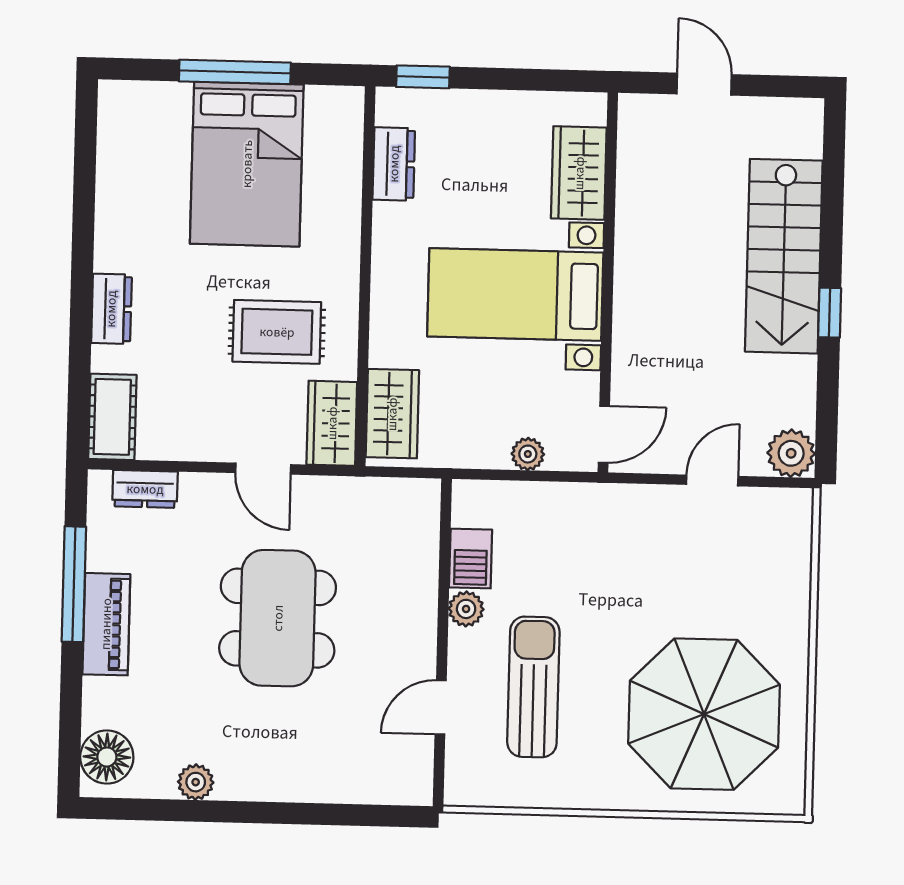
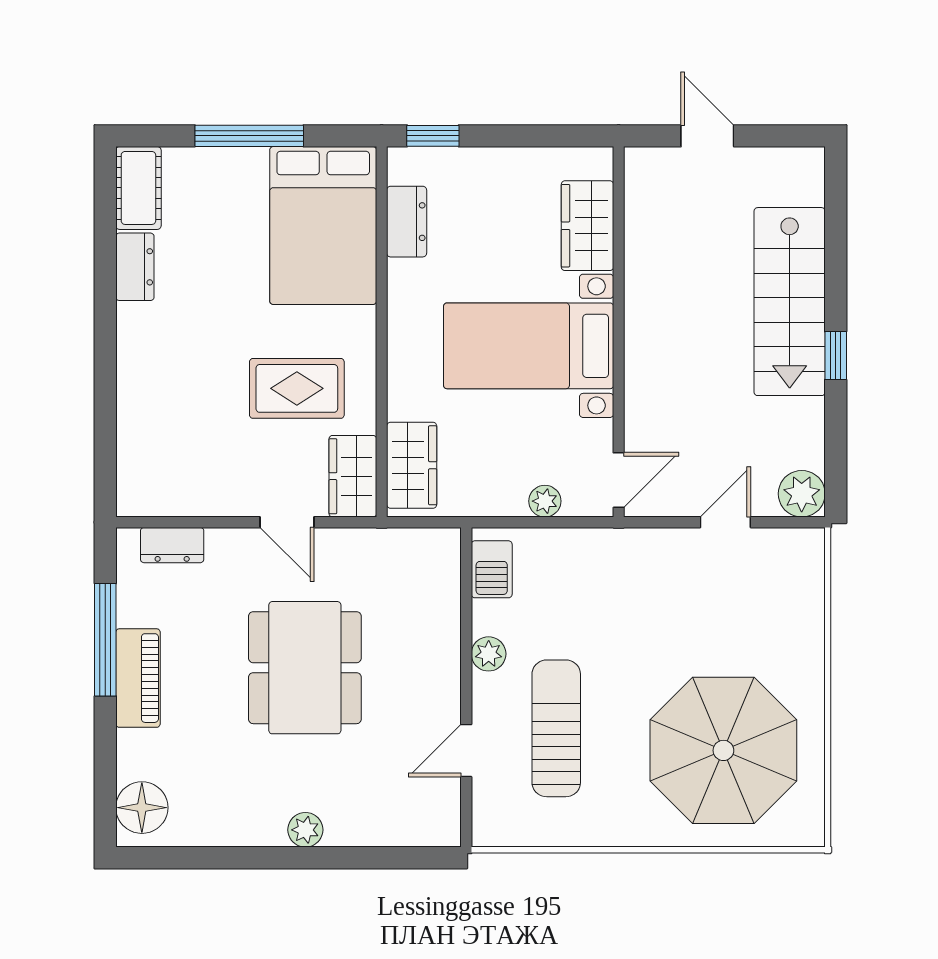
bed: (247, 164) -> (323, 226), moved
dresser: (111, 309) -> (135, 267), moved
cot: (112, 417) -> (138, 188), moved
barbecue: (471, 559) -> (492, 569), moved
plant: (196, 782) -> (305, 830), moved

